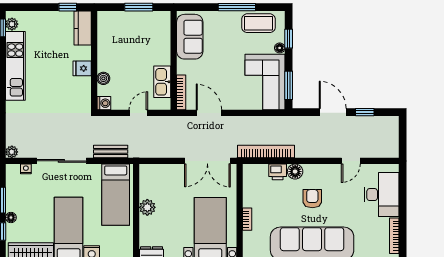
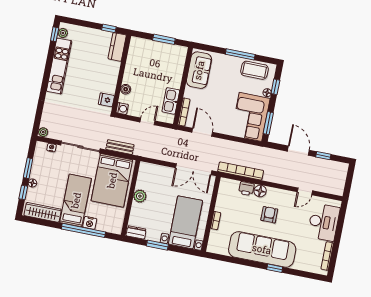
fridge: (82, 68) -> (106, 100), moved
bed: (116, 195) -> (112, 180), width x1.50

